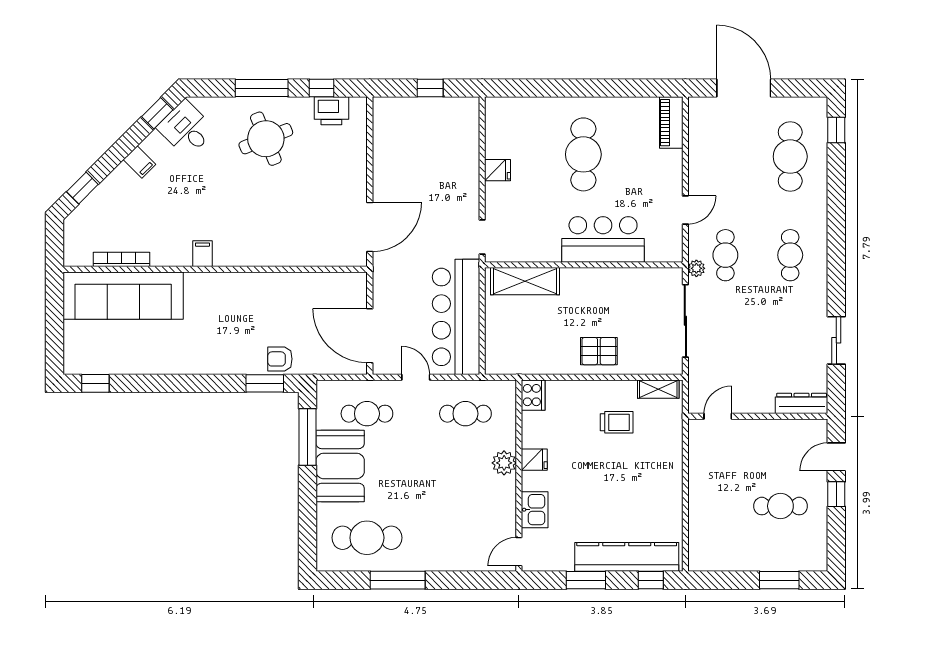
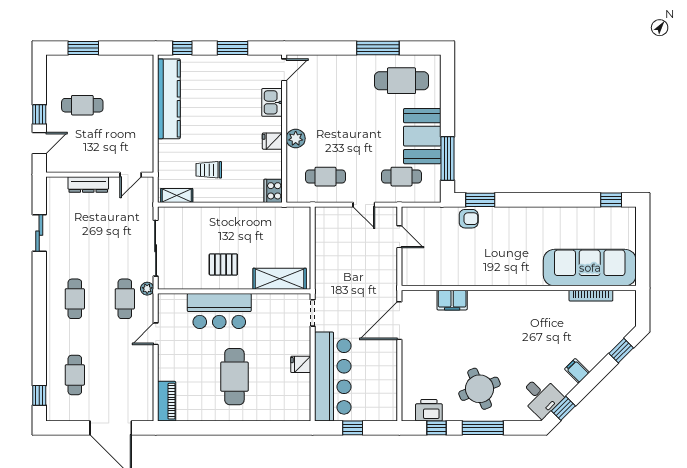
cafe table: (790, 157) -> (75, 375), width x0.73, depth x0.74
filing cabinet: (202, 254) -> (452, 300), moved, width x2.00
bar counter: (456, 317) -> (333, 377), moved
door: (370, 336) -> (399, 237), width x0.53
pallet: (599, 351) -> (223, 264), moved
dresser: (802, 403) -> (88, 184), moved
kitchen counter: (627, 557) -> (169, 99), moved, turned -90

